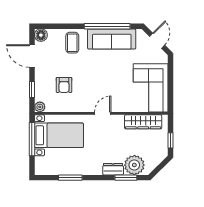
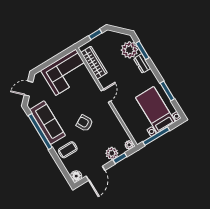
plant: (42, 84) -> (112, 153), added
armchair: (64, 85) -> (85, 123), moved, turned -119
door: (103, 113) -> (106, 96), swing flipped
bed with nightstands: (59, 135) -> (155, 110), moved

